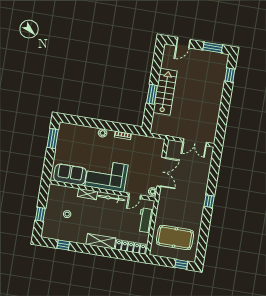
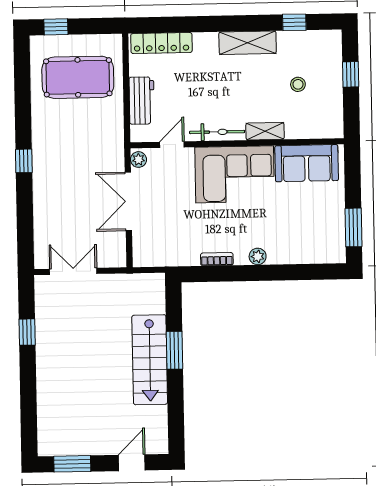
window: (230, 75) -> (27, 332), moved
shelving: (101, 241) -> (248, 43), moved

